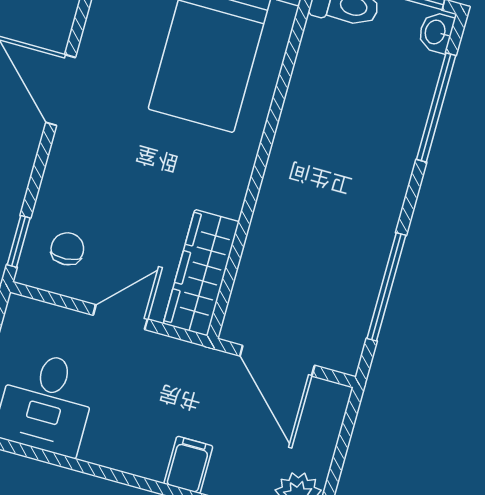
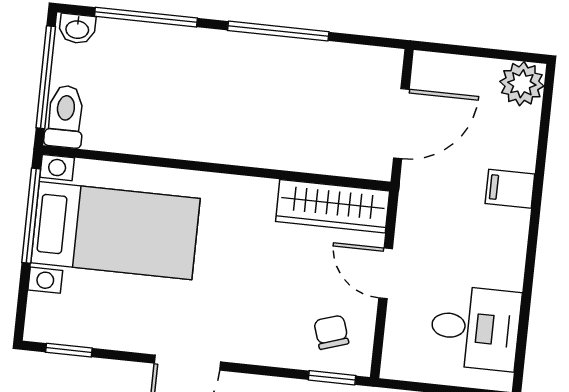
chair: (67, 249) -> (331, 332), turned 76
window: (386, 287) -> (278, 31), moved

